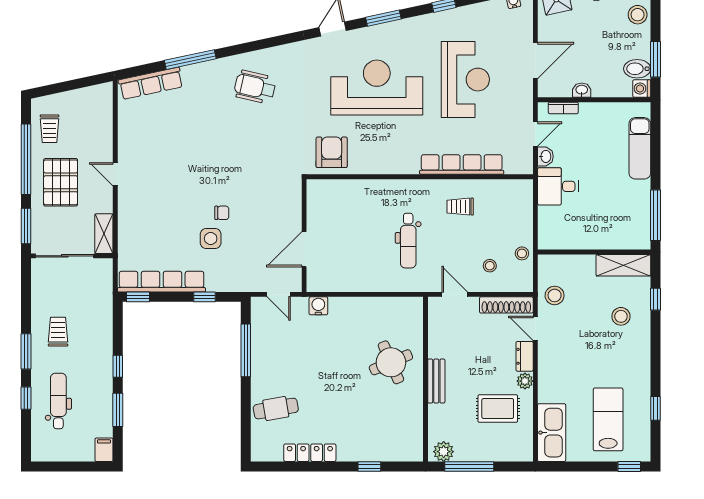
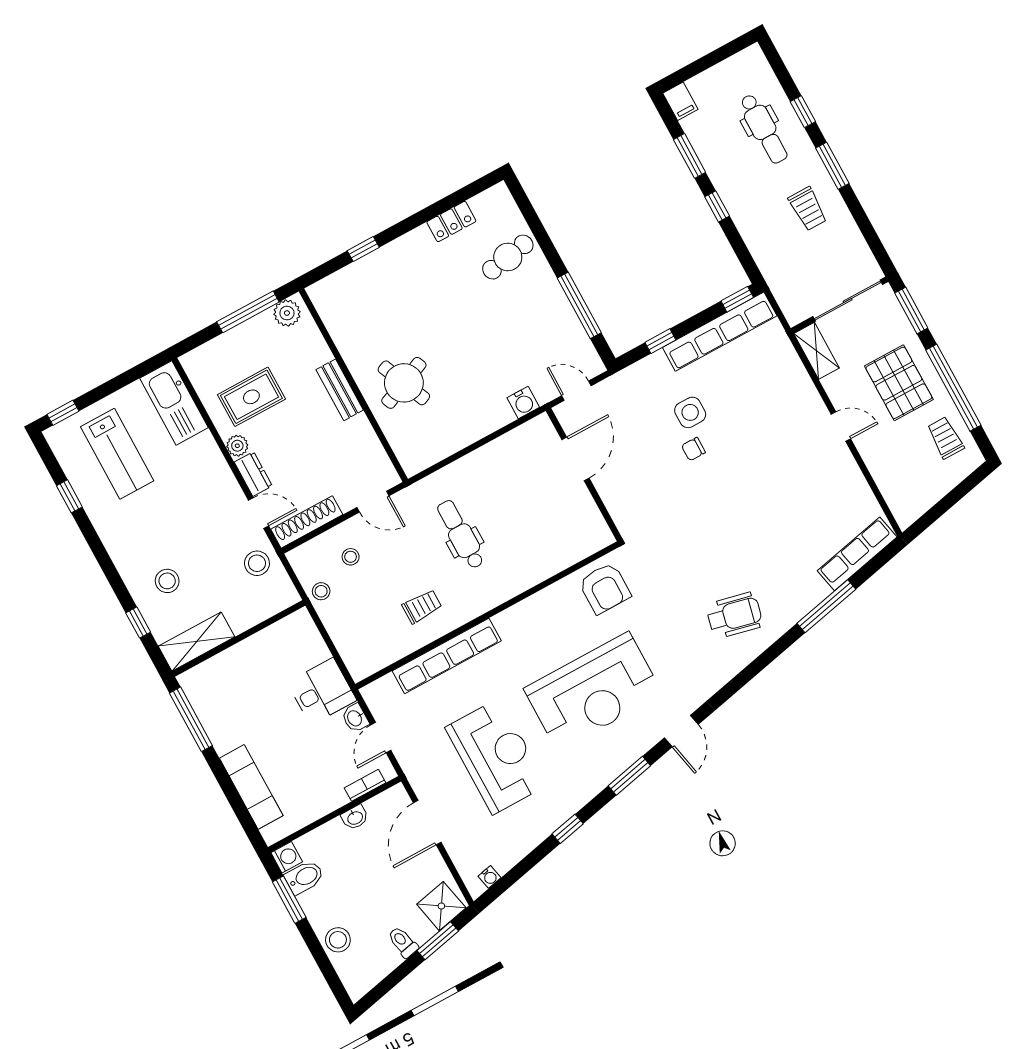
reception desk: (465, 80) -> (496, 756), turned 180
locker: (310, 453) -> (451, 222), width x0.66

